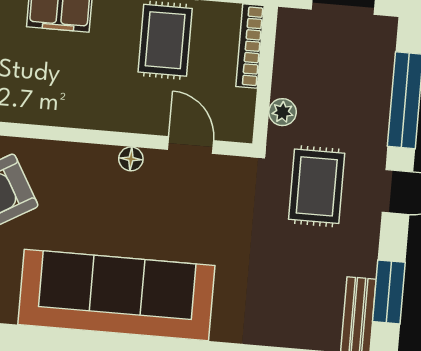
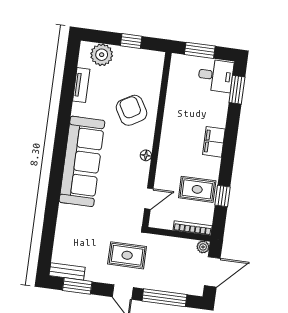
plant: (283, 112) -> (203, 247), moved
floor lamp: (131, 159) -> (146, 155), moved

